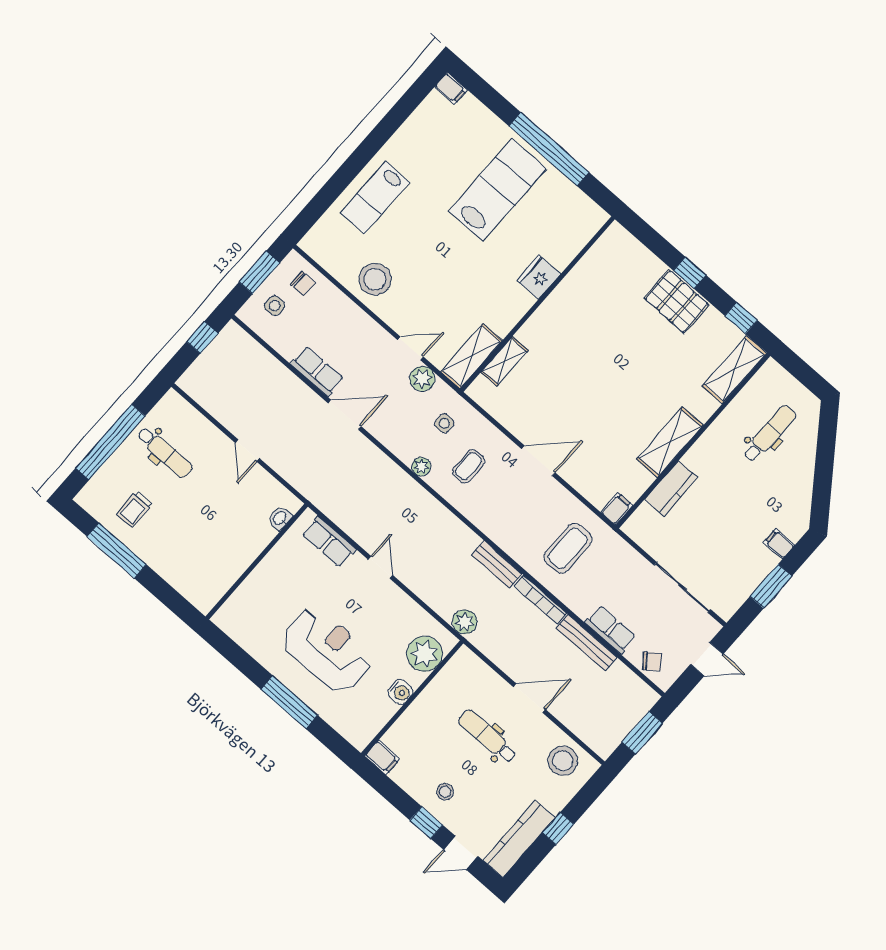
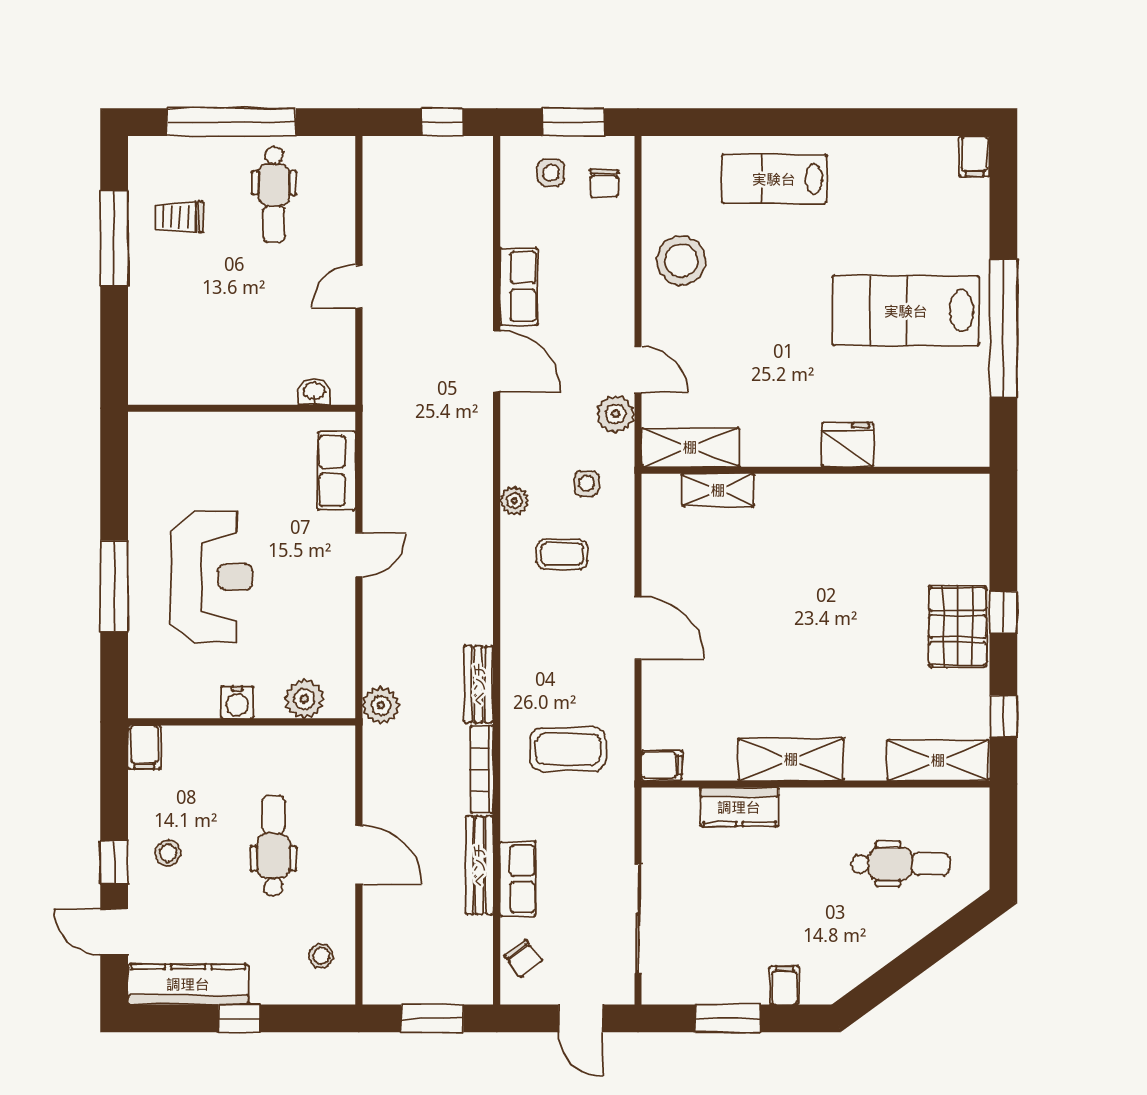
lab bench: (498, 190) -> (906, 311), turned 180
plant: (425, 654) -> (304, 699), width x0.73, depth x0.73
stool: (563, 761) -> (321, 956), width x0.53, depth x0.53

